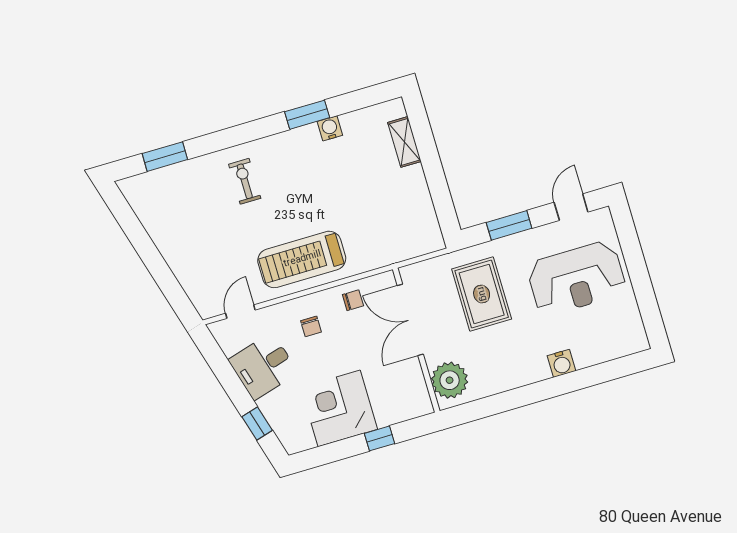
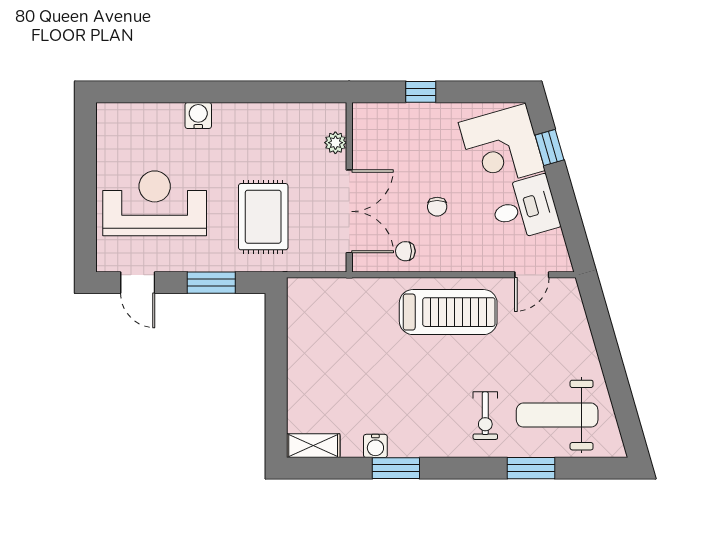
shelving: (404, 142) -> (313, 446), moved, turned 90
window: (165, 157) -> (531, 468), moved
weight bench: (184, 200) -> (557, 415), added
door: (571, 207) -> (138, 283), hinge flipped
chair: (311, 326) -> (437, 207), moved, turned 180
plant: (450, 380) -> (335, 143), width x0.53, depth x0.53
corner desk: (339, 408) -> (502, 147), moved, turned 74

